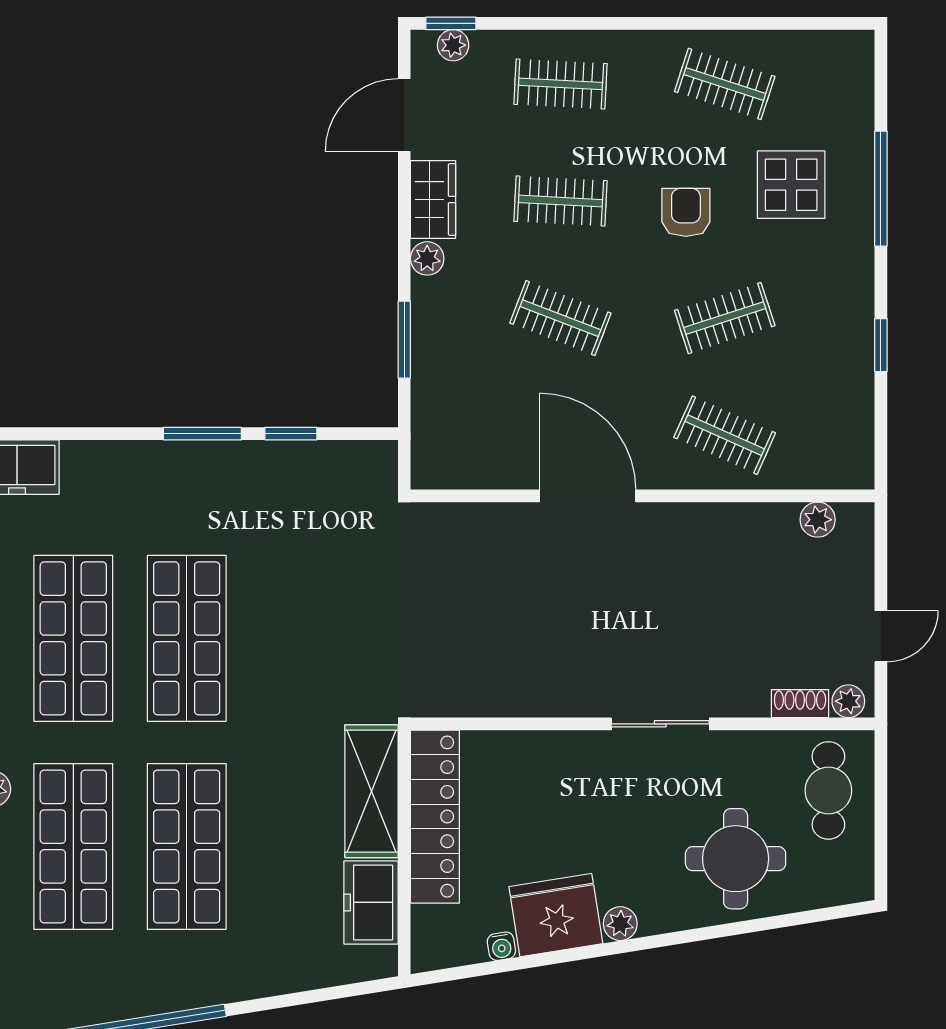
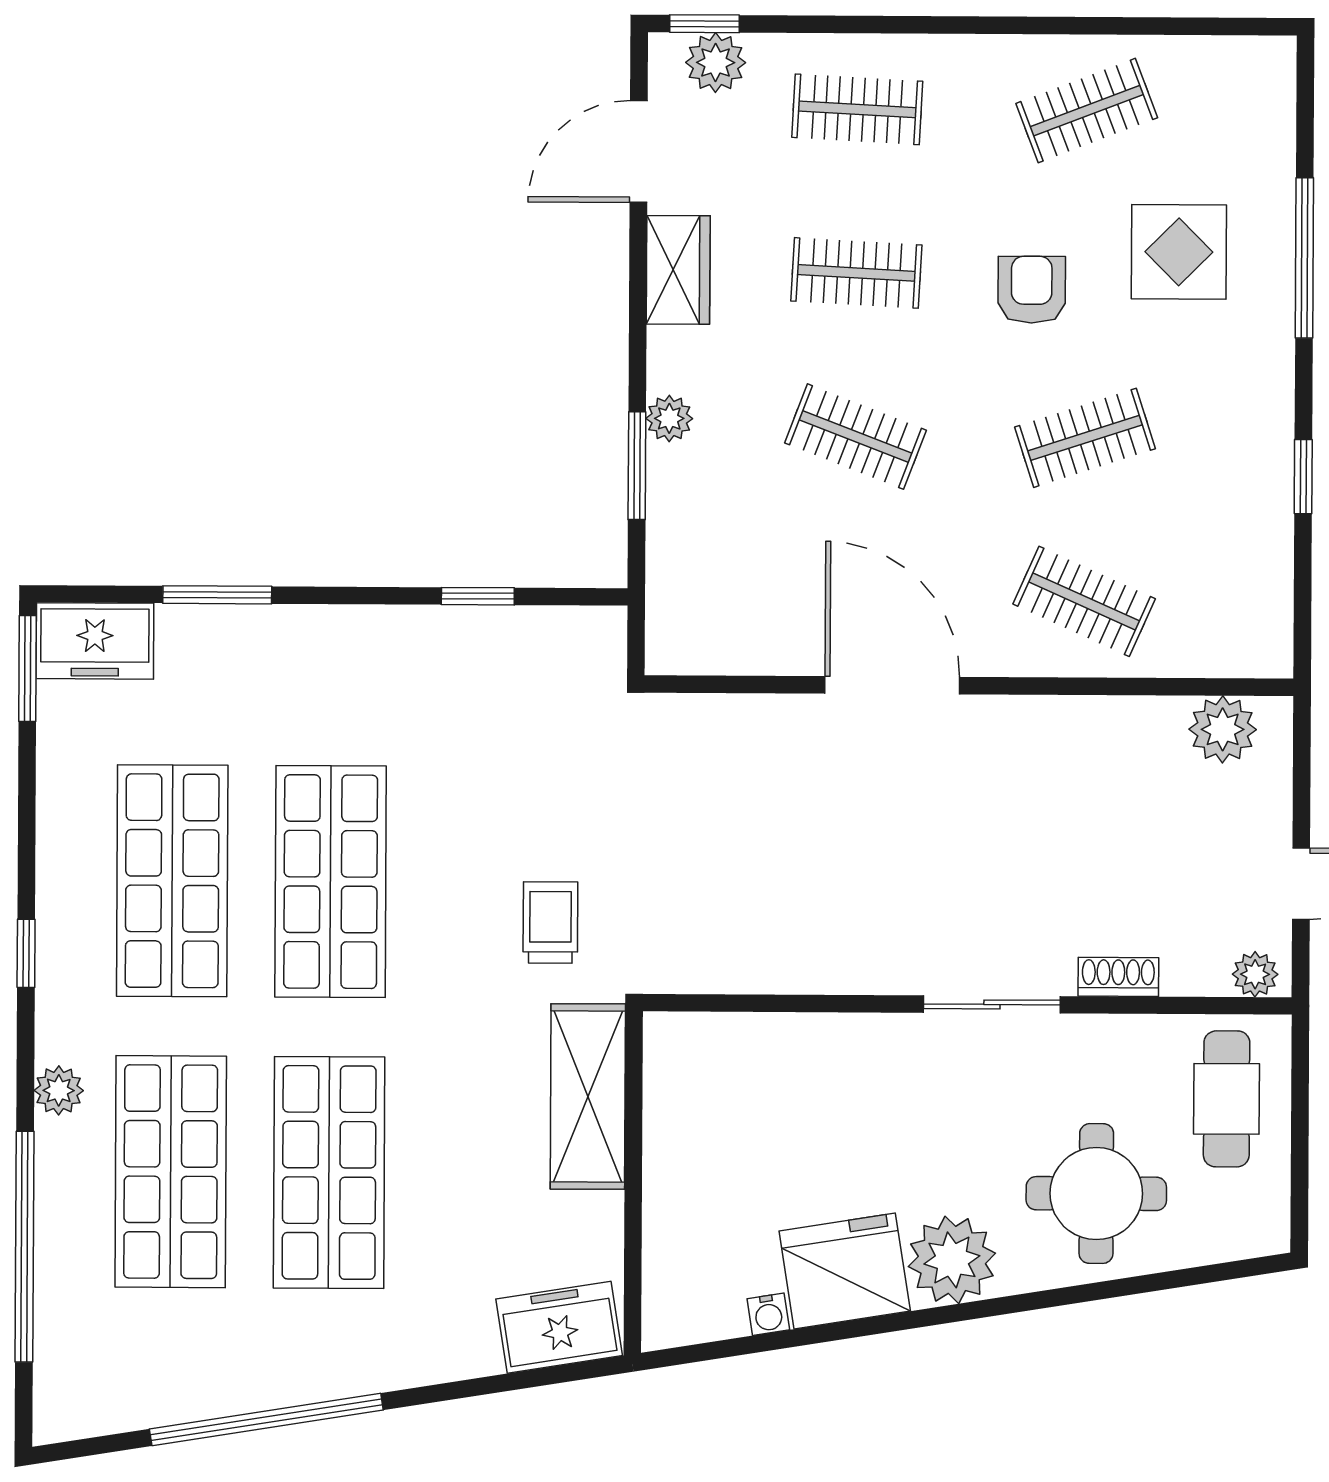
plant: (453, 45) -> (716, 63), width x1.38, depth x1.38
clothes rail: (725, 84) -> (1087, 111), turned -39
plant: (427, 258) -> (669, 418), moved
window: (202, 434) -> (217, 595), moved
plant: (818, 520) -> (1223, 729), width x1.38, depth x1.38
trolley: (344, 667) -> (550, 923), added
shoe rack: (800, 704) -> (1118, 977), moved
locker: (435, 817) -> (676, 1132), removed
freezer: (371, 902) -> (559, 1327), moved, turned 81
plant: (620, 924) -> (952, 1260), width x1.88, depth x1.88

